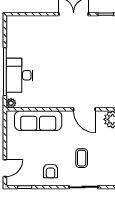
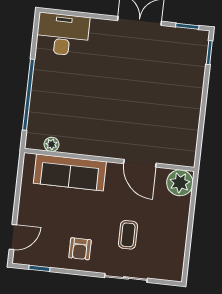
desk: (20, 75) -> (63, 34), moved, turned 90
plant: (11, 103) -> (51, 144), moved

